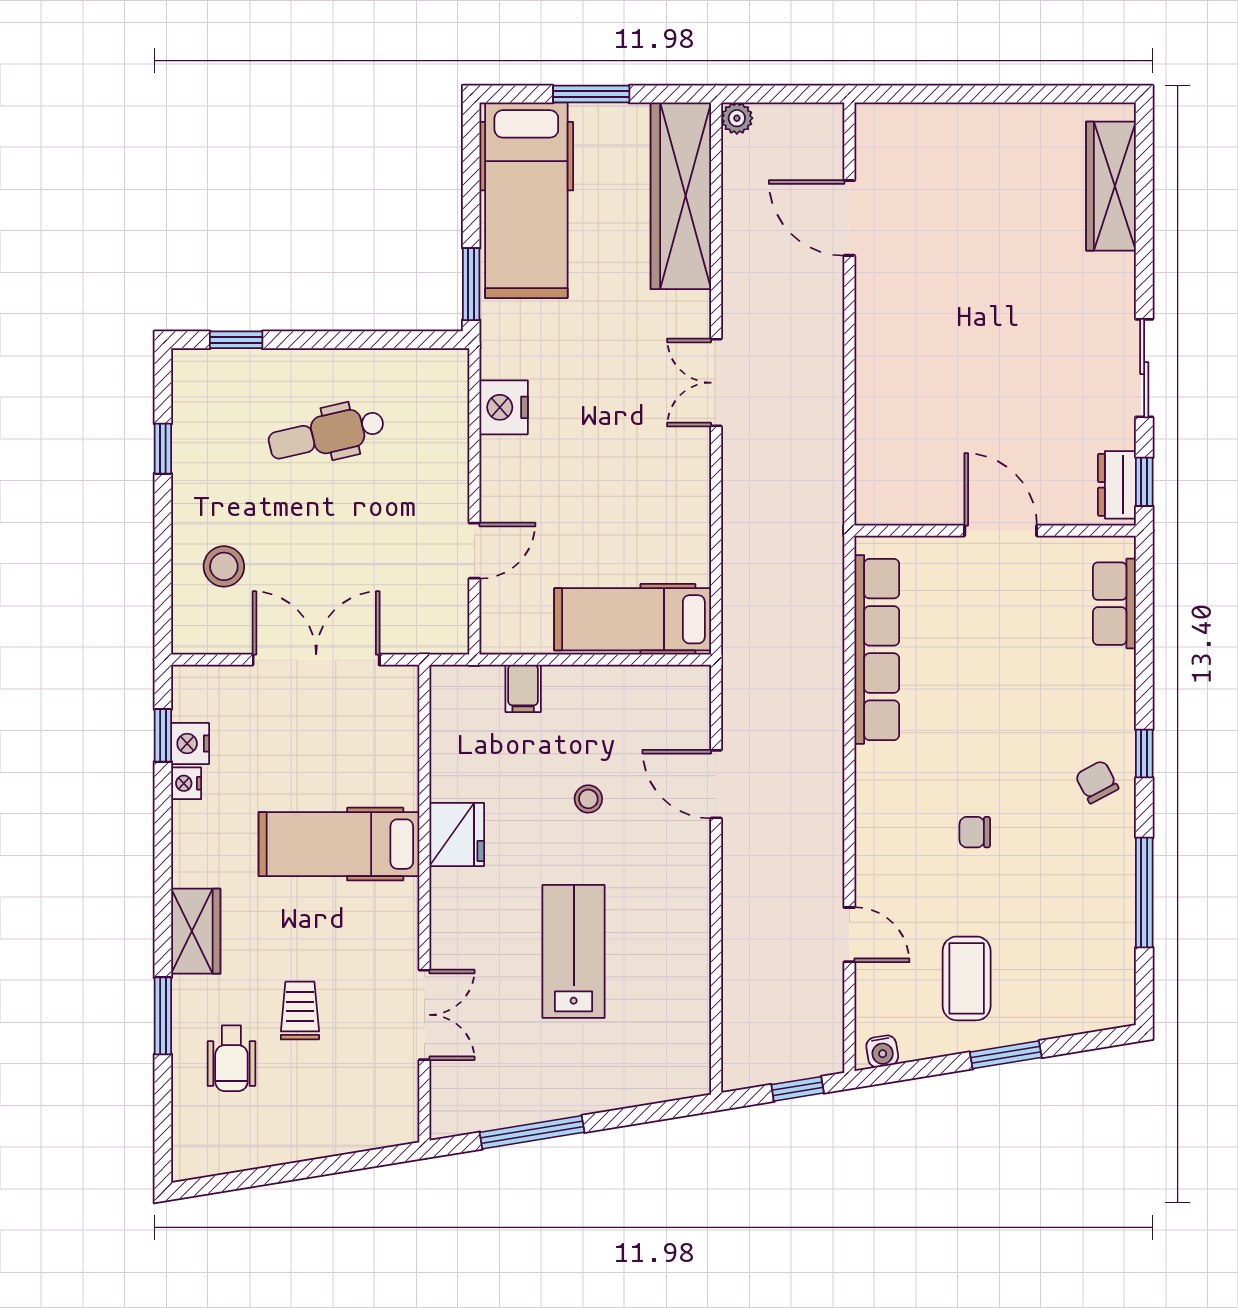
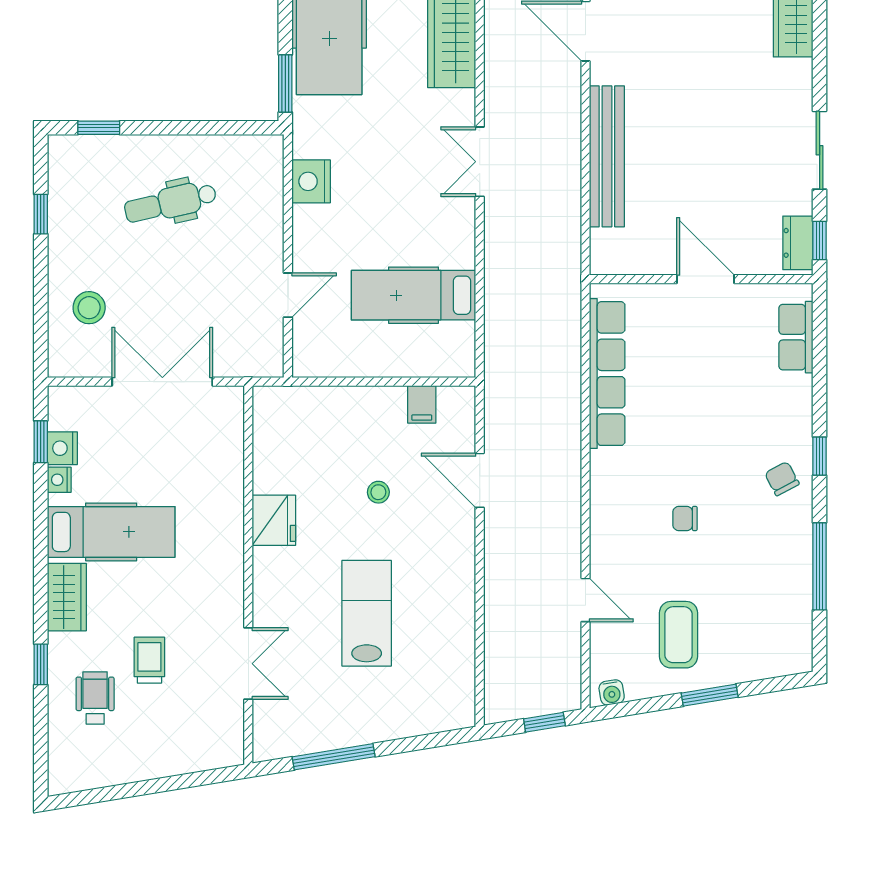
bench: (876, 376) -> (607, 156), added
hospital bed: (633, 619) -> (413, 295), moved
filing cabinet: (523, 688) -> (422, 404), moved
hospital bed: (339, 844) -> (111, 532), moved, turned 180
window: (163, 1016) -> (41, 664), width x0.67
wheelchair: (231, 1058) -> (95, 698), turned 180

